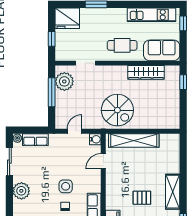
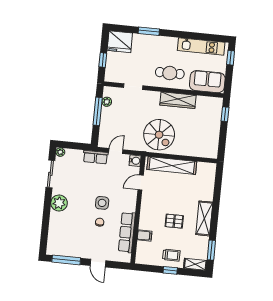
wardrobe: (146, 72) -> (178, 100), moved
plant: (64, 81) -> (107, 102), width x0.53, depth x0.53
row of seats: (35, 140) -> (96, 157), moved

